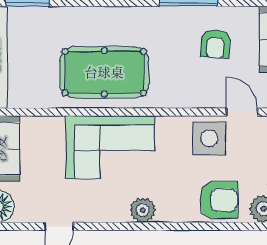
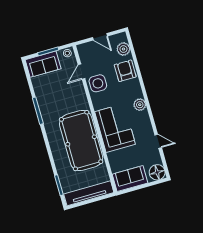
armchair: (216, 44) -> (53, 93), removed
pool table: (104, 72) -> (81, 141), width x1.36, depth x1.32

